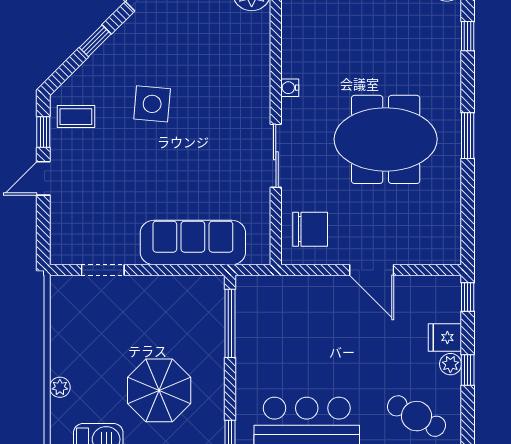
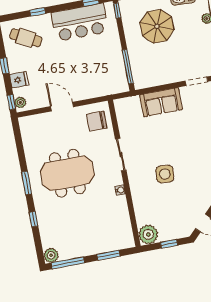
window: (468, 36) -> (34, 219), moved
side table: (152, 104) -> (165, 174), moved
sofa: (193, 243) -> (161, 102), width x0.73
plant: (450, 364) -> (20, 102), moved

